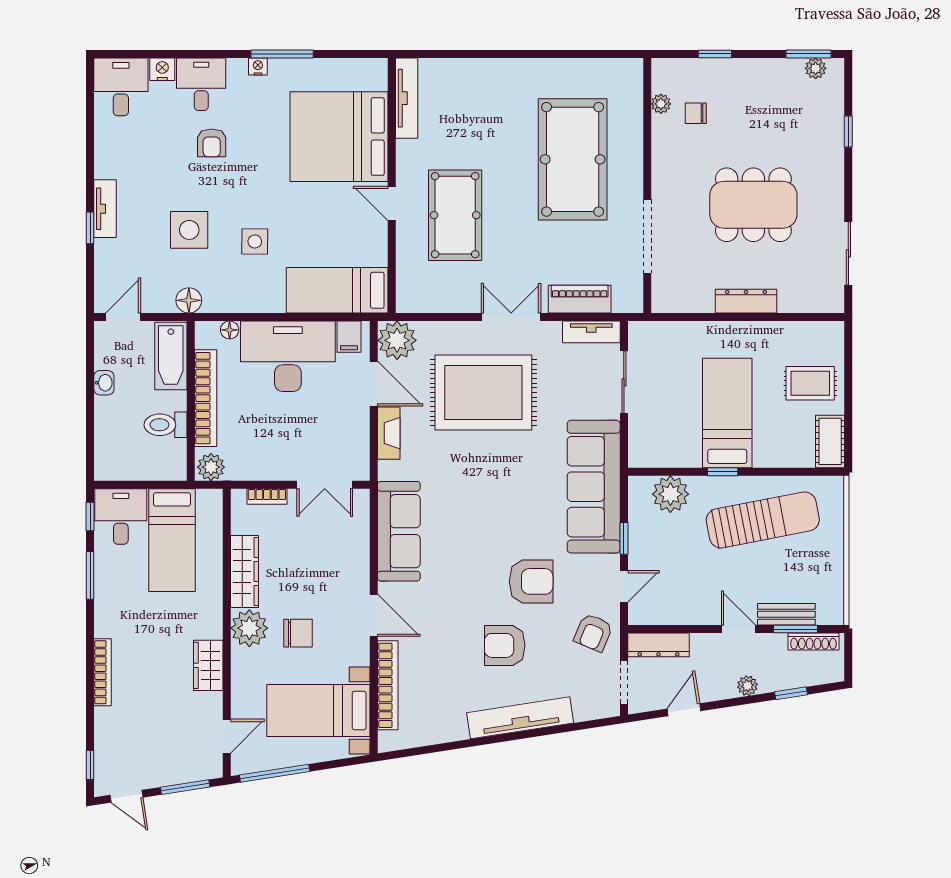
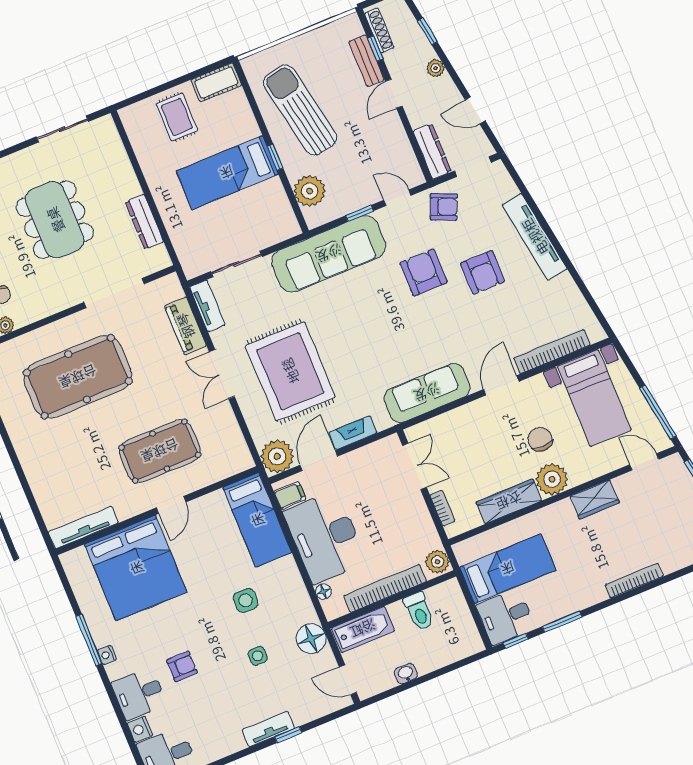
side table: (189, 230) -> (258, 656), width x0.54, depth x0.54
floor lamp: (189, 300) -> (311, 639), width x1.38, depth x1.38
dresser: (746, 301) -> (144, 222), moved
window: (796, 629) -> (375, 49), width x0.67

